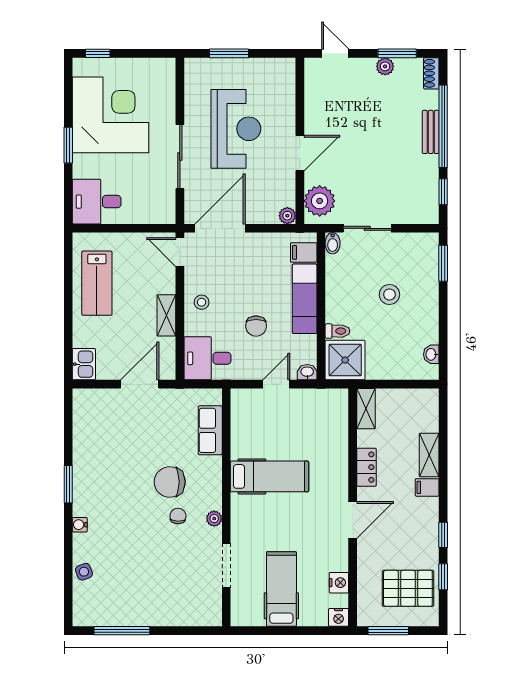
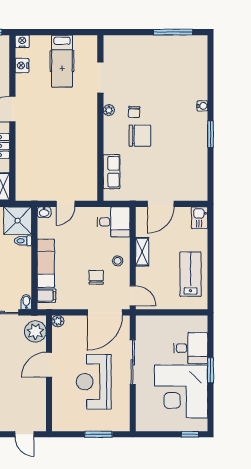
desk: (97, 202) -> (191, 348), moved
chair: (256, 326) -> (96, 277), moved
hospital bed: (269, 476) -> (70, 139), removed
side table: (84, 572) -> (200, 73), removed

